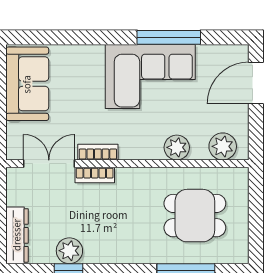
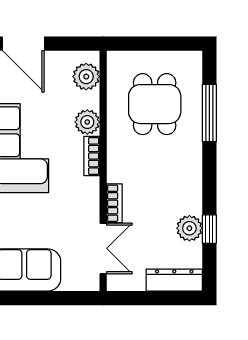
bookcase: (98, 152) -> (92, 156), moved
double door: (49, 164) -> (103, 248), swing flipped

